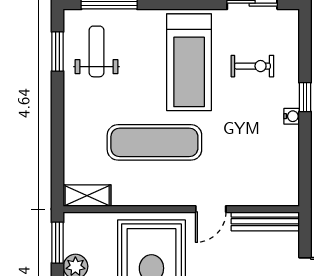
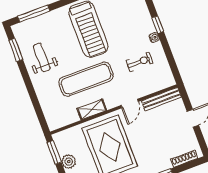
weight bench: (96, 51) -> (42, 57), moved
exercise bike: (252, 66) -> (140, 62), moved
shelving: (87, 196) -> (92, 109), moved

